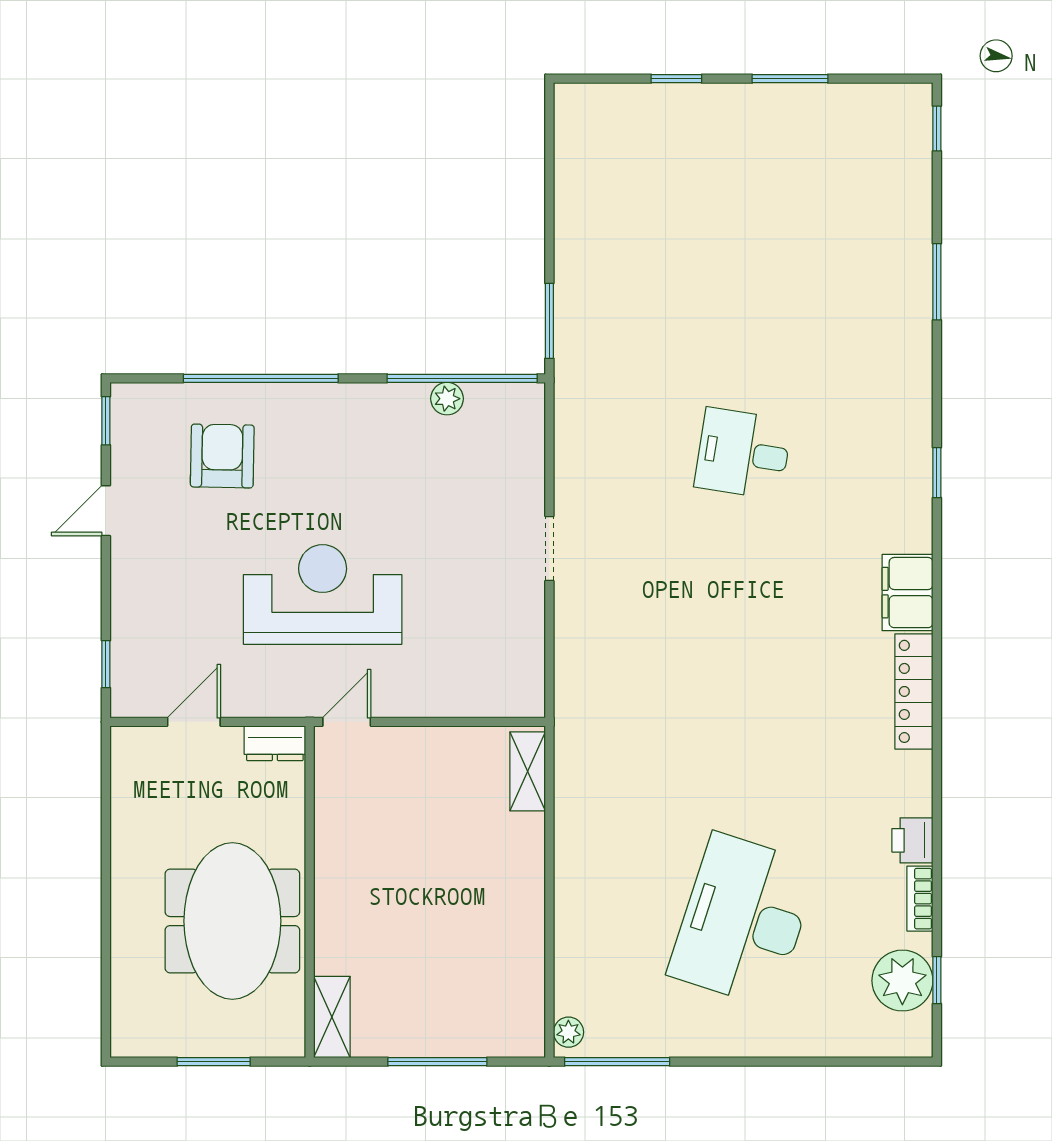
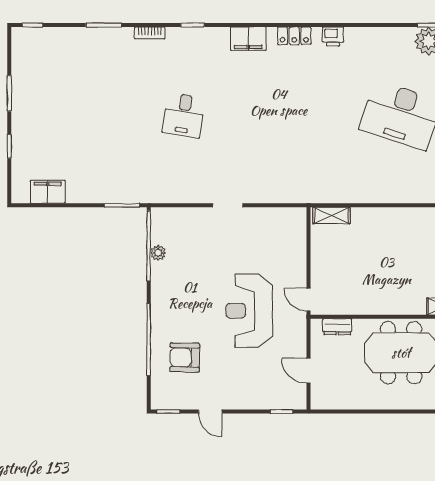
filing cabinet: (578, 161) -> (48, 192), added
locker: (914, 691) -> (294, 36), width x0.66
dresser: (275, 743) -> (337, 327), moved, turned 90
printer: (912, 840) -> (333, 36), moved
bookcase: (920, 899) -> (150, 33), moved

